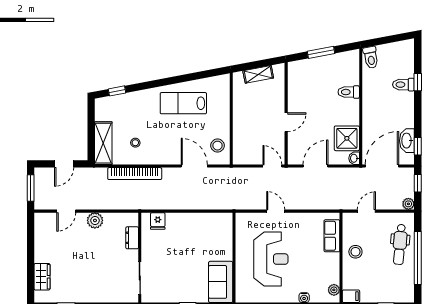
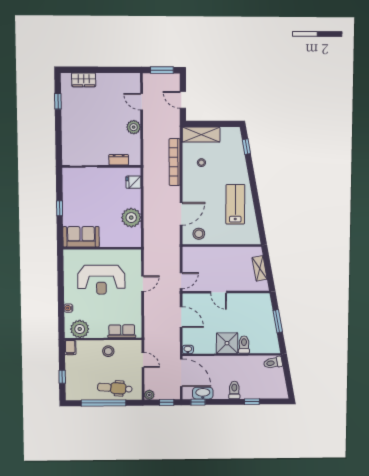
toilet: (403, 85) -> (234, 390), moved
shower: (347, 138) -> (227, 343), moved
plant: (199, 224) -> (131, 218), added
plant: (334, 290) -> (80, 329), width x1.88, depth x1.88

